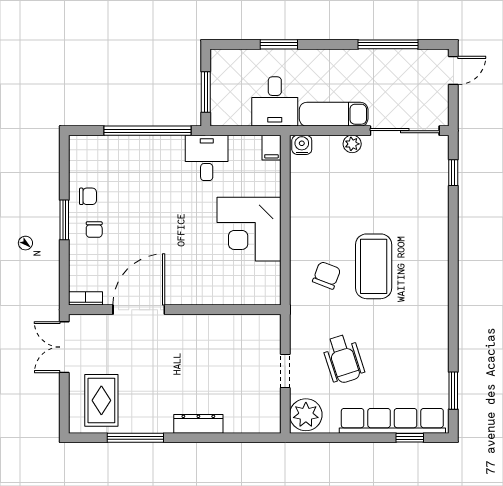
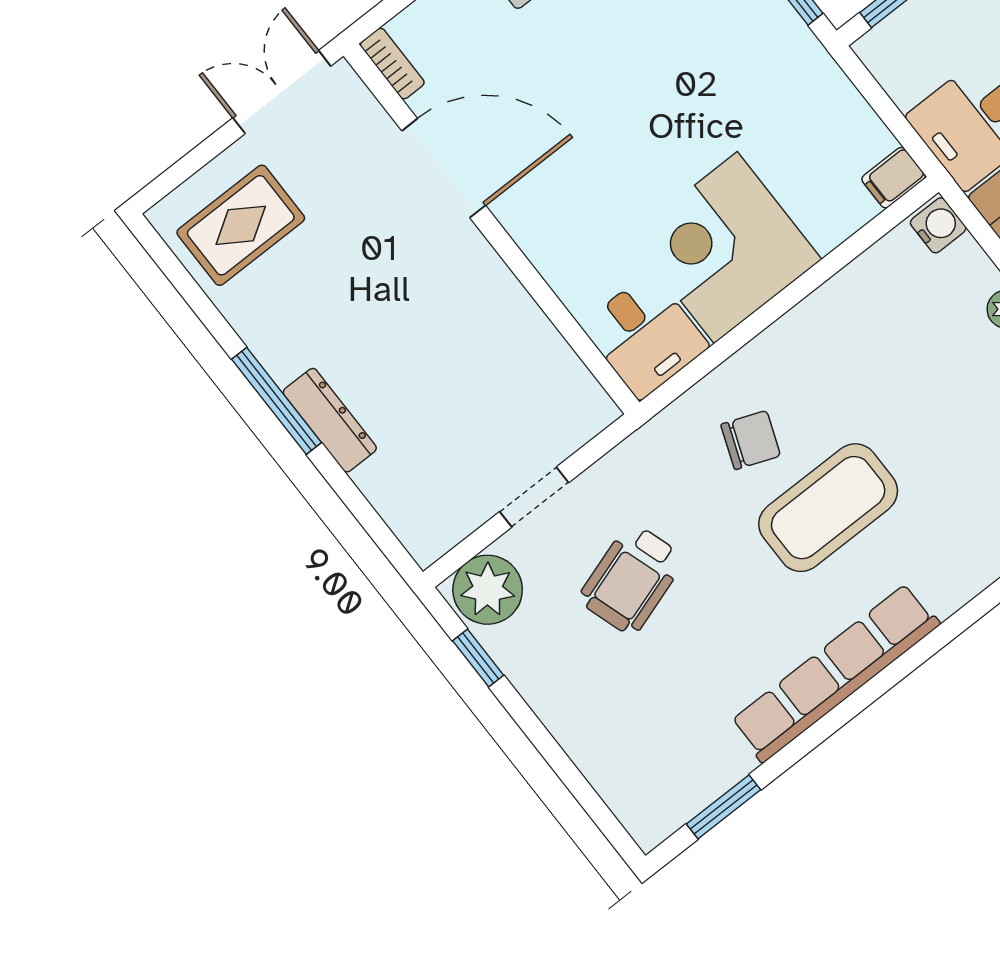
desk: (207, 158) -> (645, 336), moved, turned 90
row of seats: (392, 421) -> (835, 673), moved, turned -90
window: (135, 438) -> (276, 401), moved
window: (410, 438) -> (478, 658), moved

